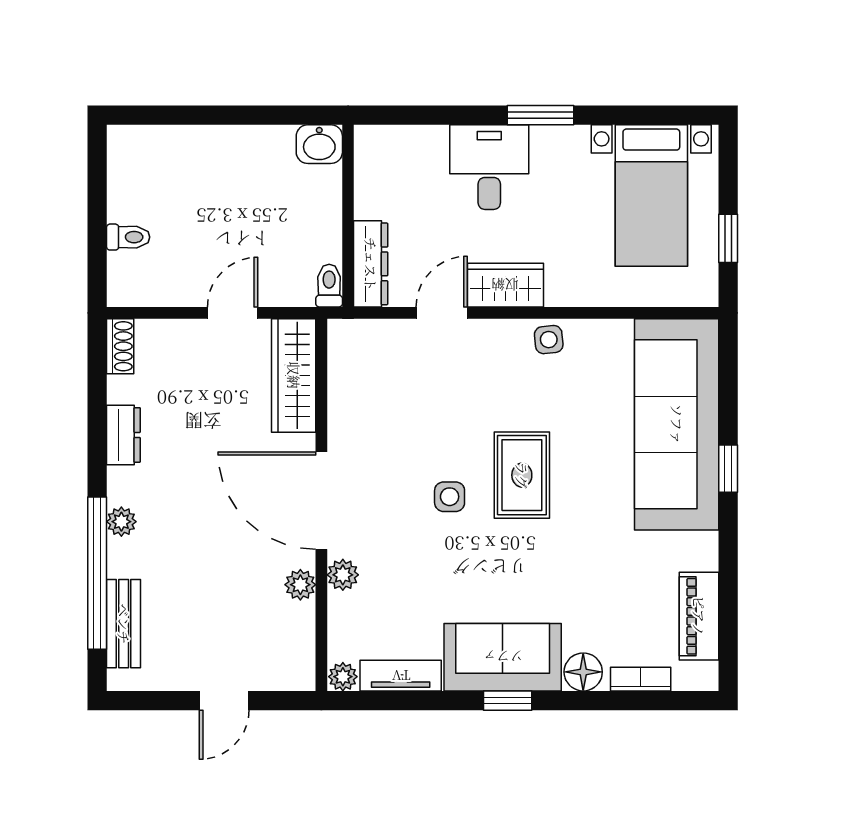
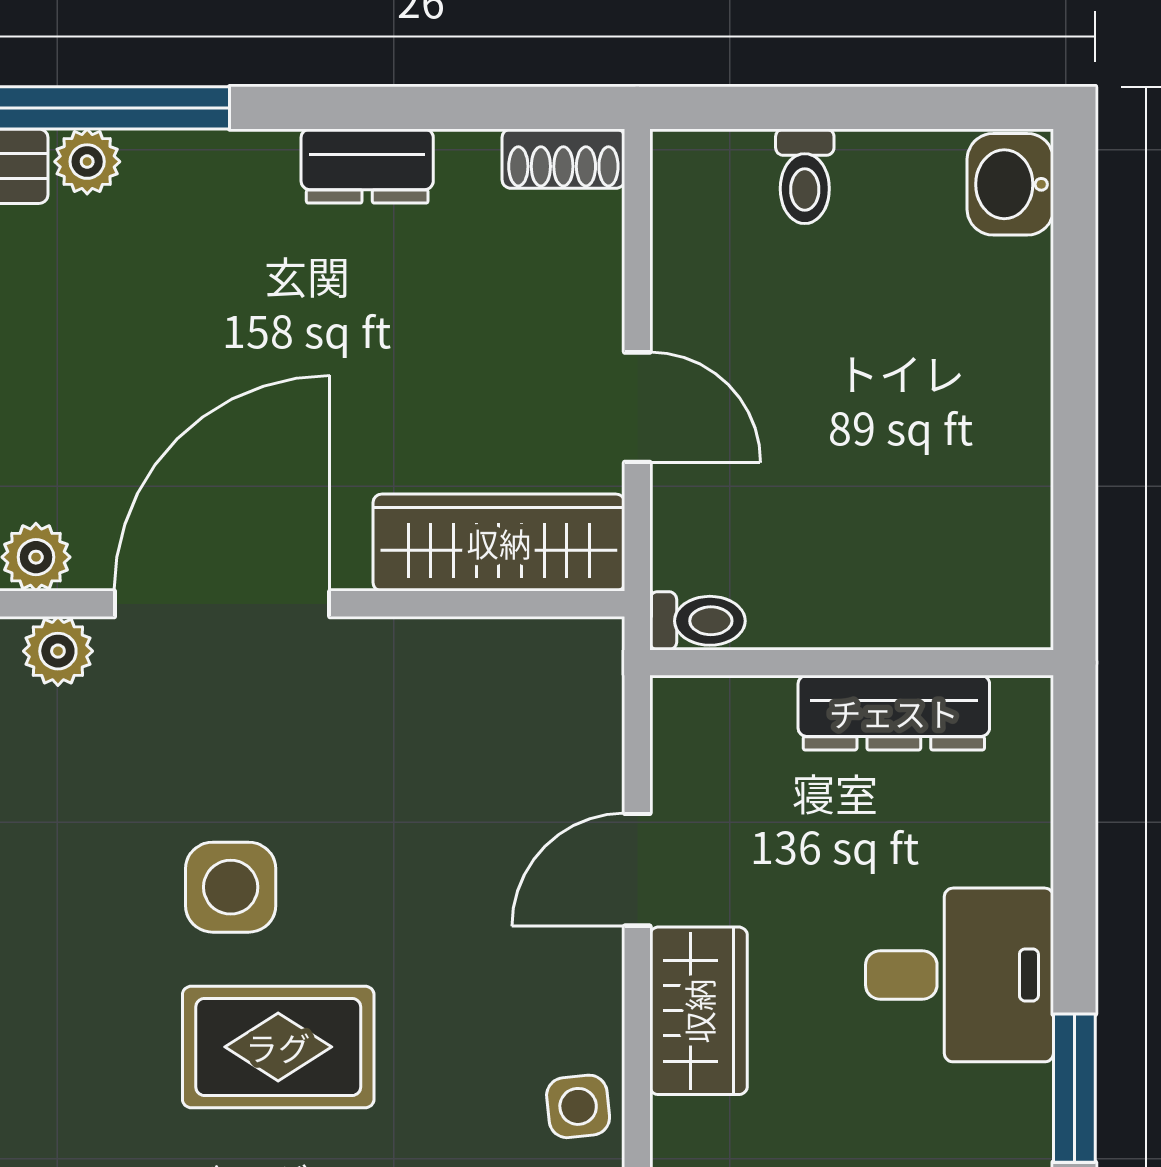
washbasin: (319, 144) -> (1010, 184), moved
dresser: (371, 264) -> (894, 713), moved
door: (442, 313) -> (637, 870), swing flipped
side table: (450, 497) -> (231, 887), width x1.37, depth x1.37
plant: (121, 522) -> (87, 162), moved

